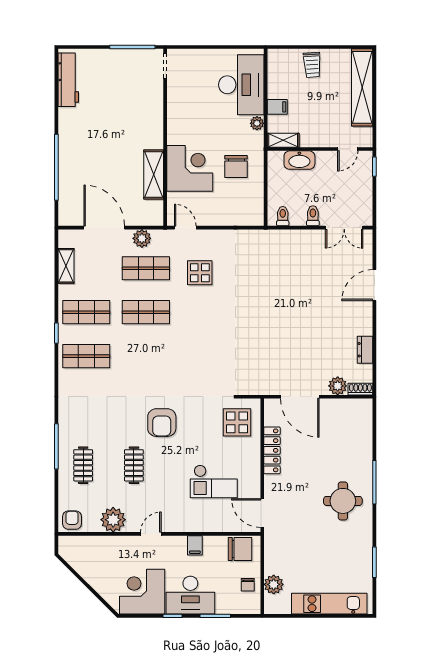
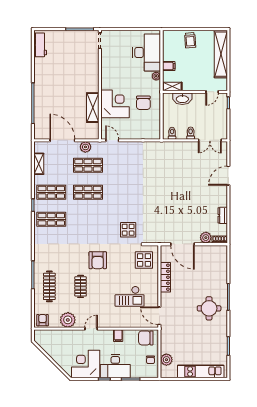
workbench: (68, 80) -> (40, 45), width x0.73
display table: (200, 273) -> (128, 230), moved
clothes rail: (83, 465) -> (49, 286), width x1.36
chair: (240, 549) -> (146, 338), turned 180

